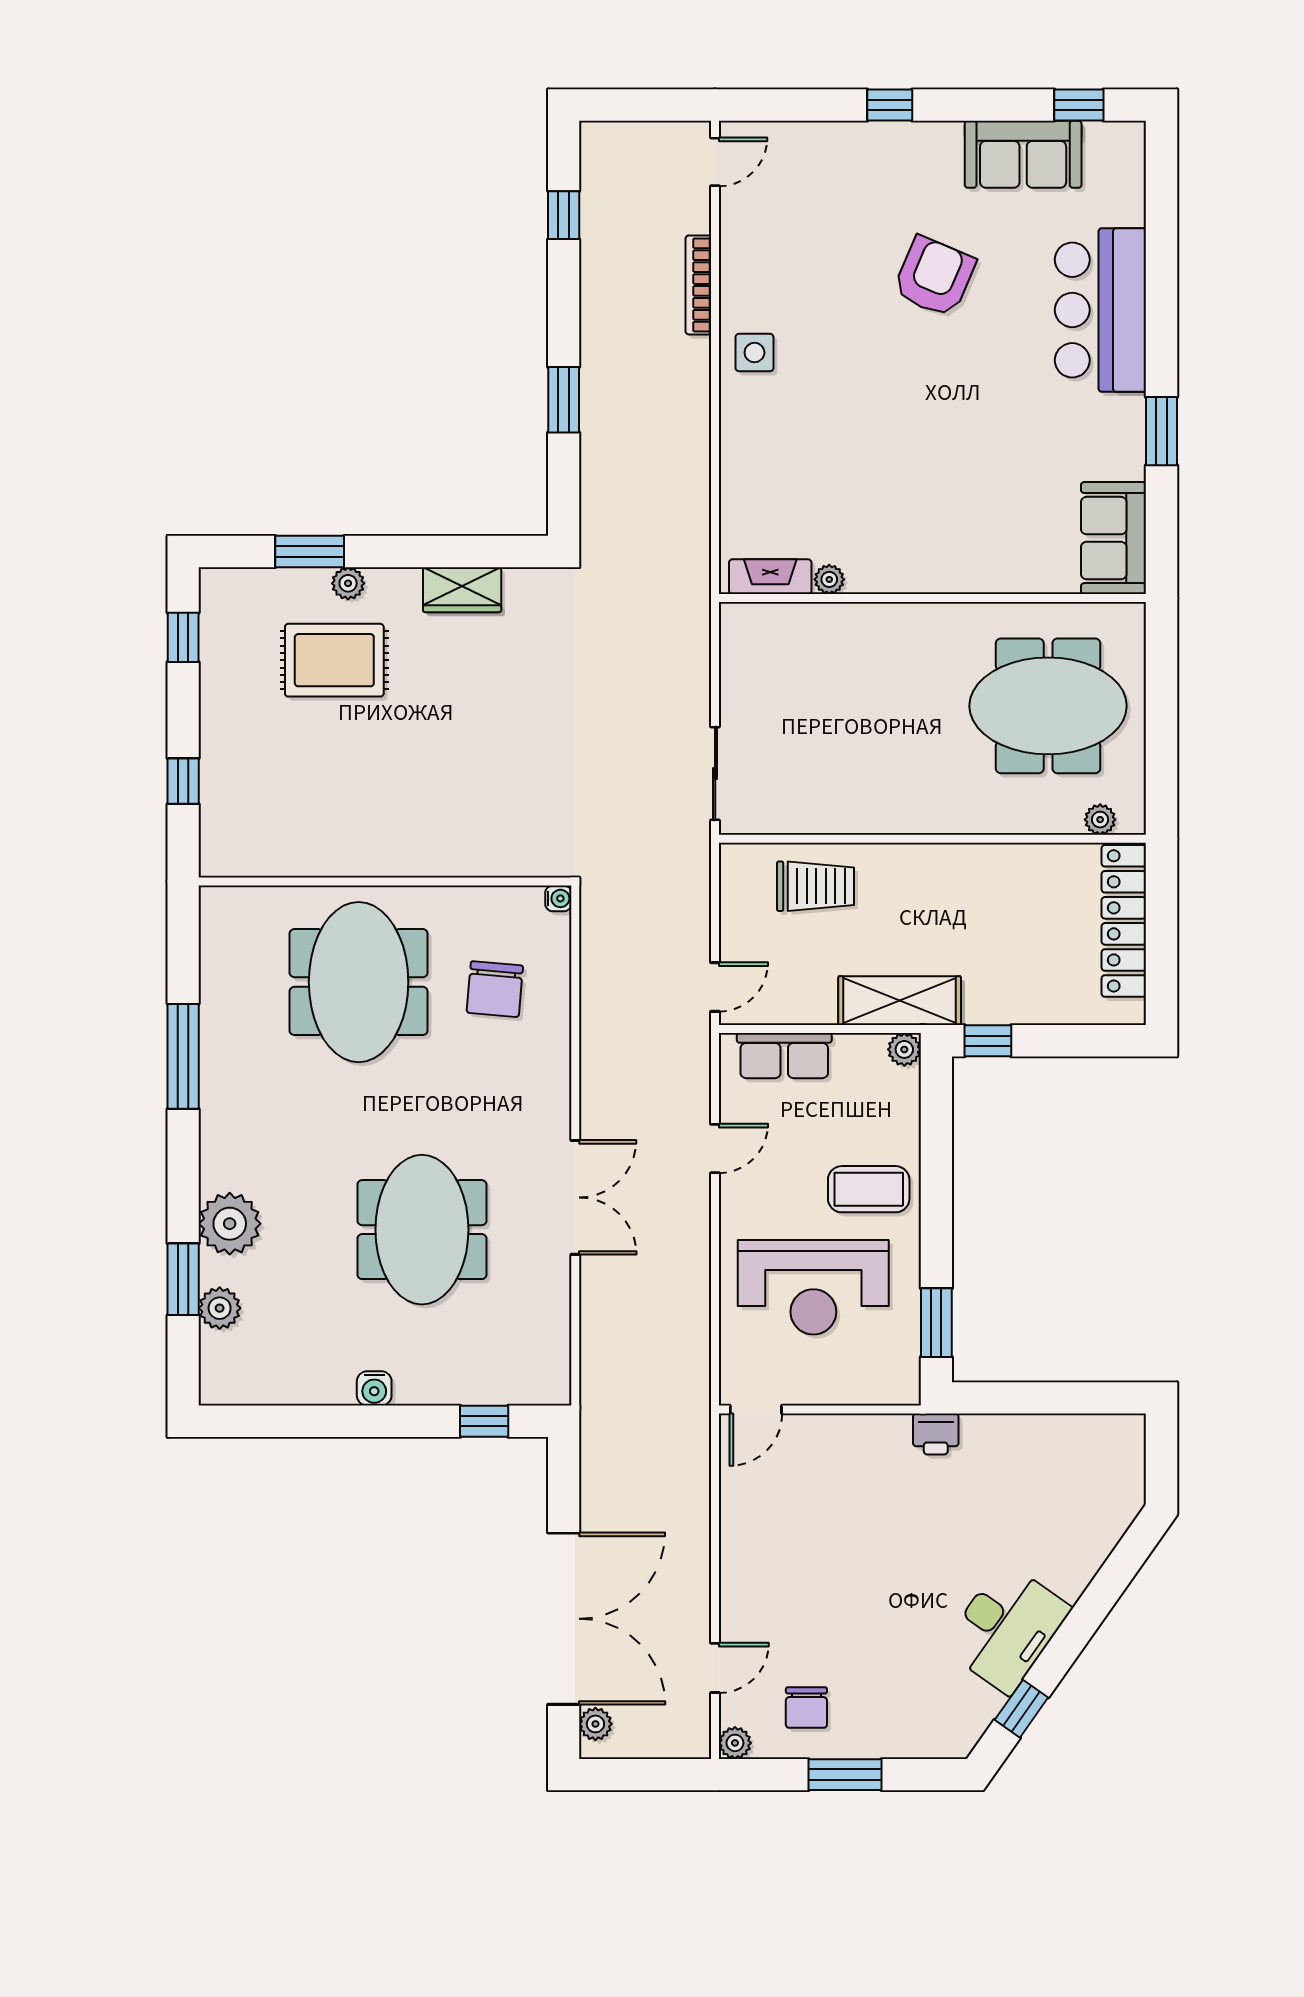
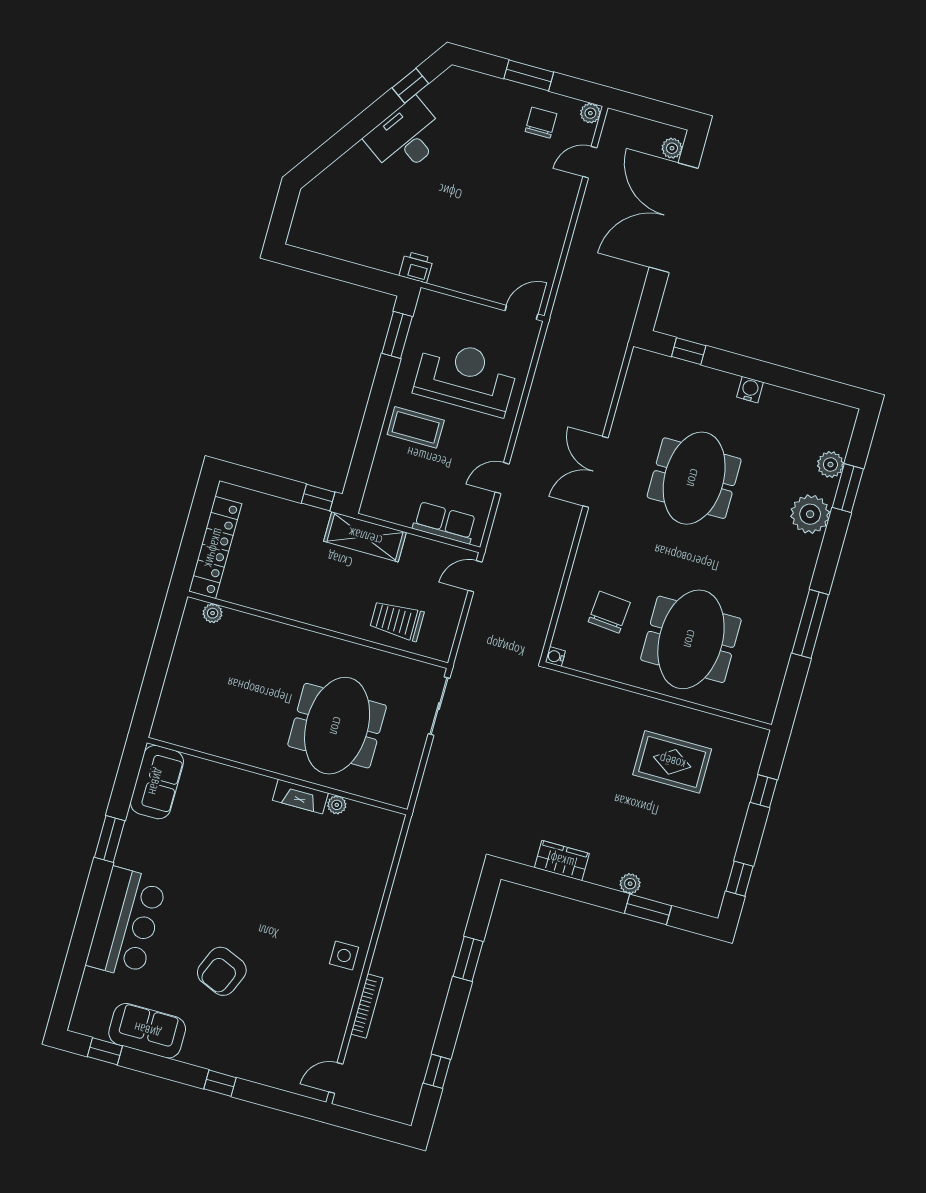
fireplace: (770, 577) -> (300, 797), moved
rug: (334, 660) -> (672, 762), moved
meeting table: (1048, 706) -> (337, 726), moved, turned 90
plant: (904, 1049) -> (370, 506), removed

